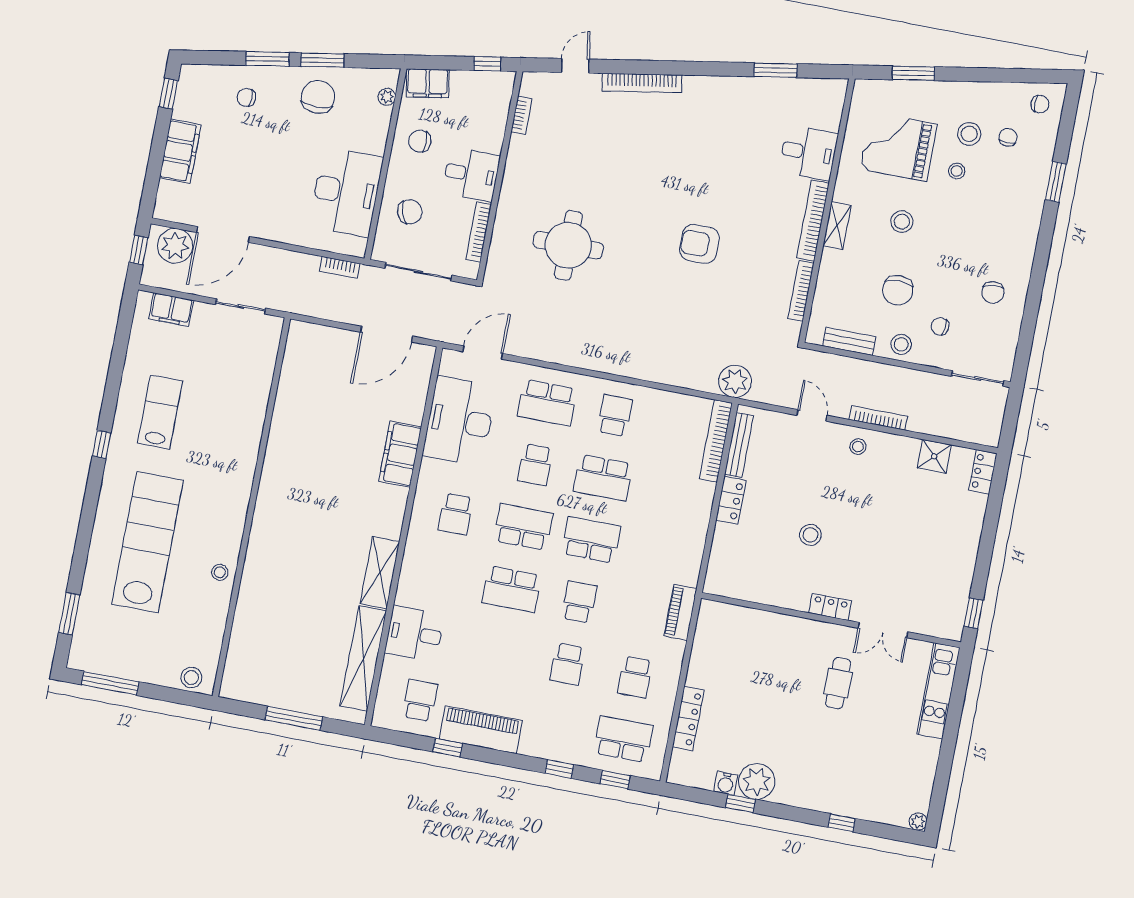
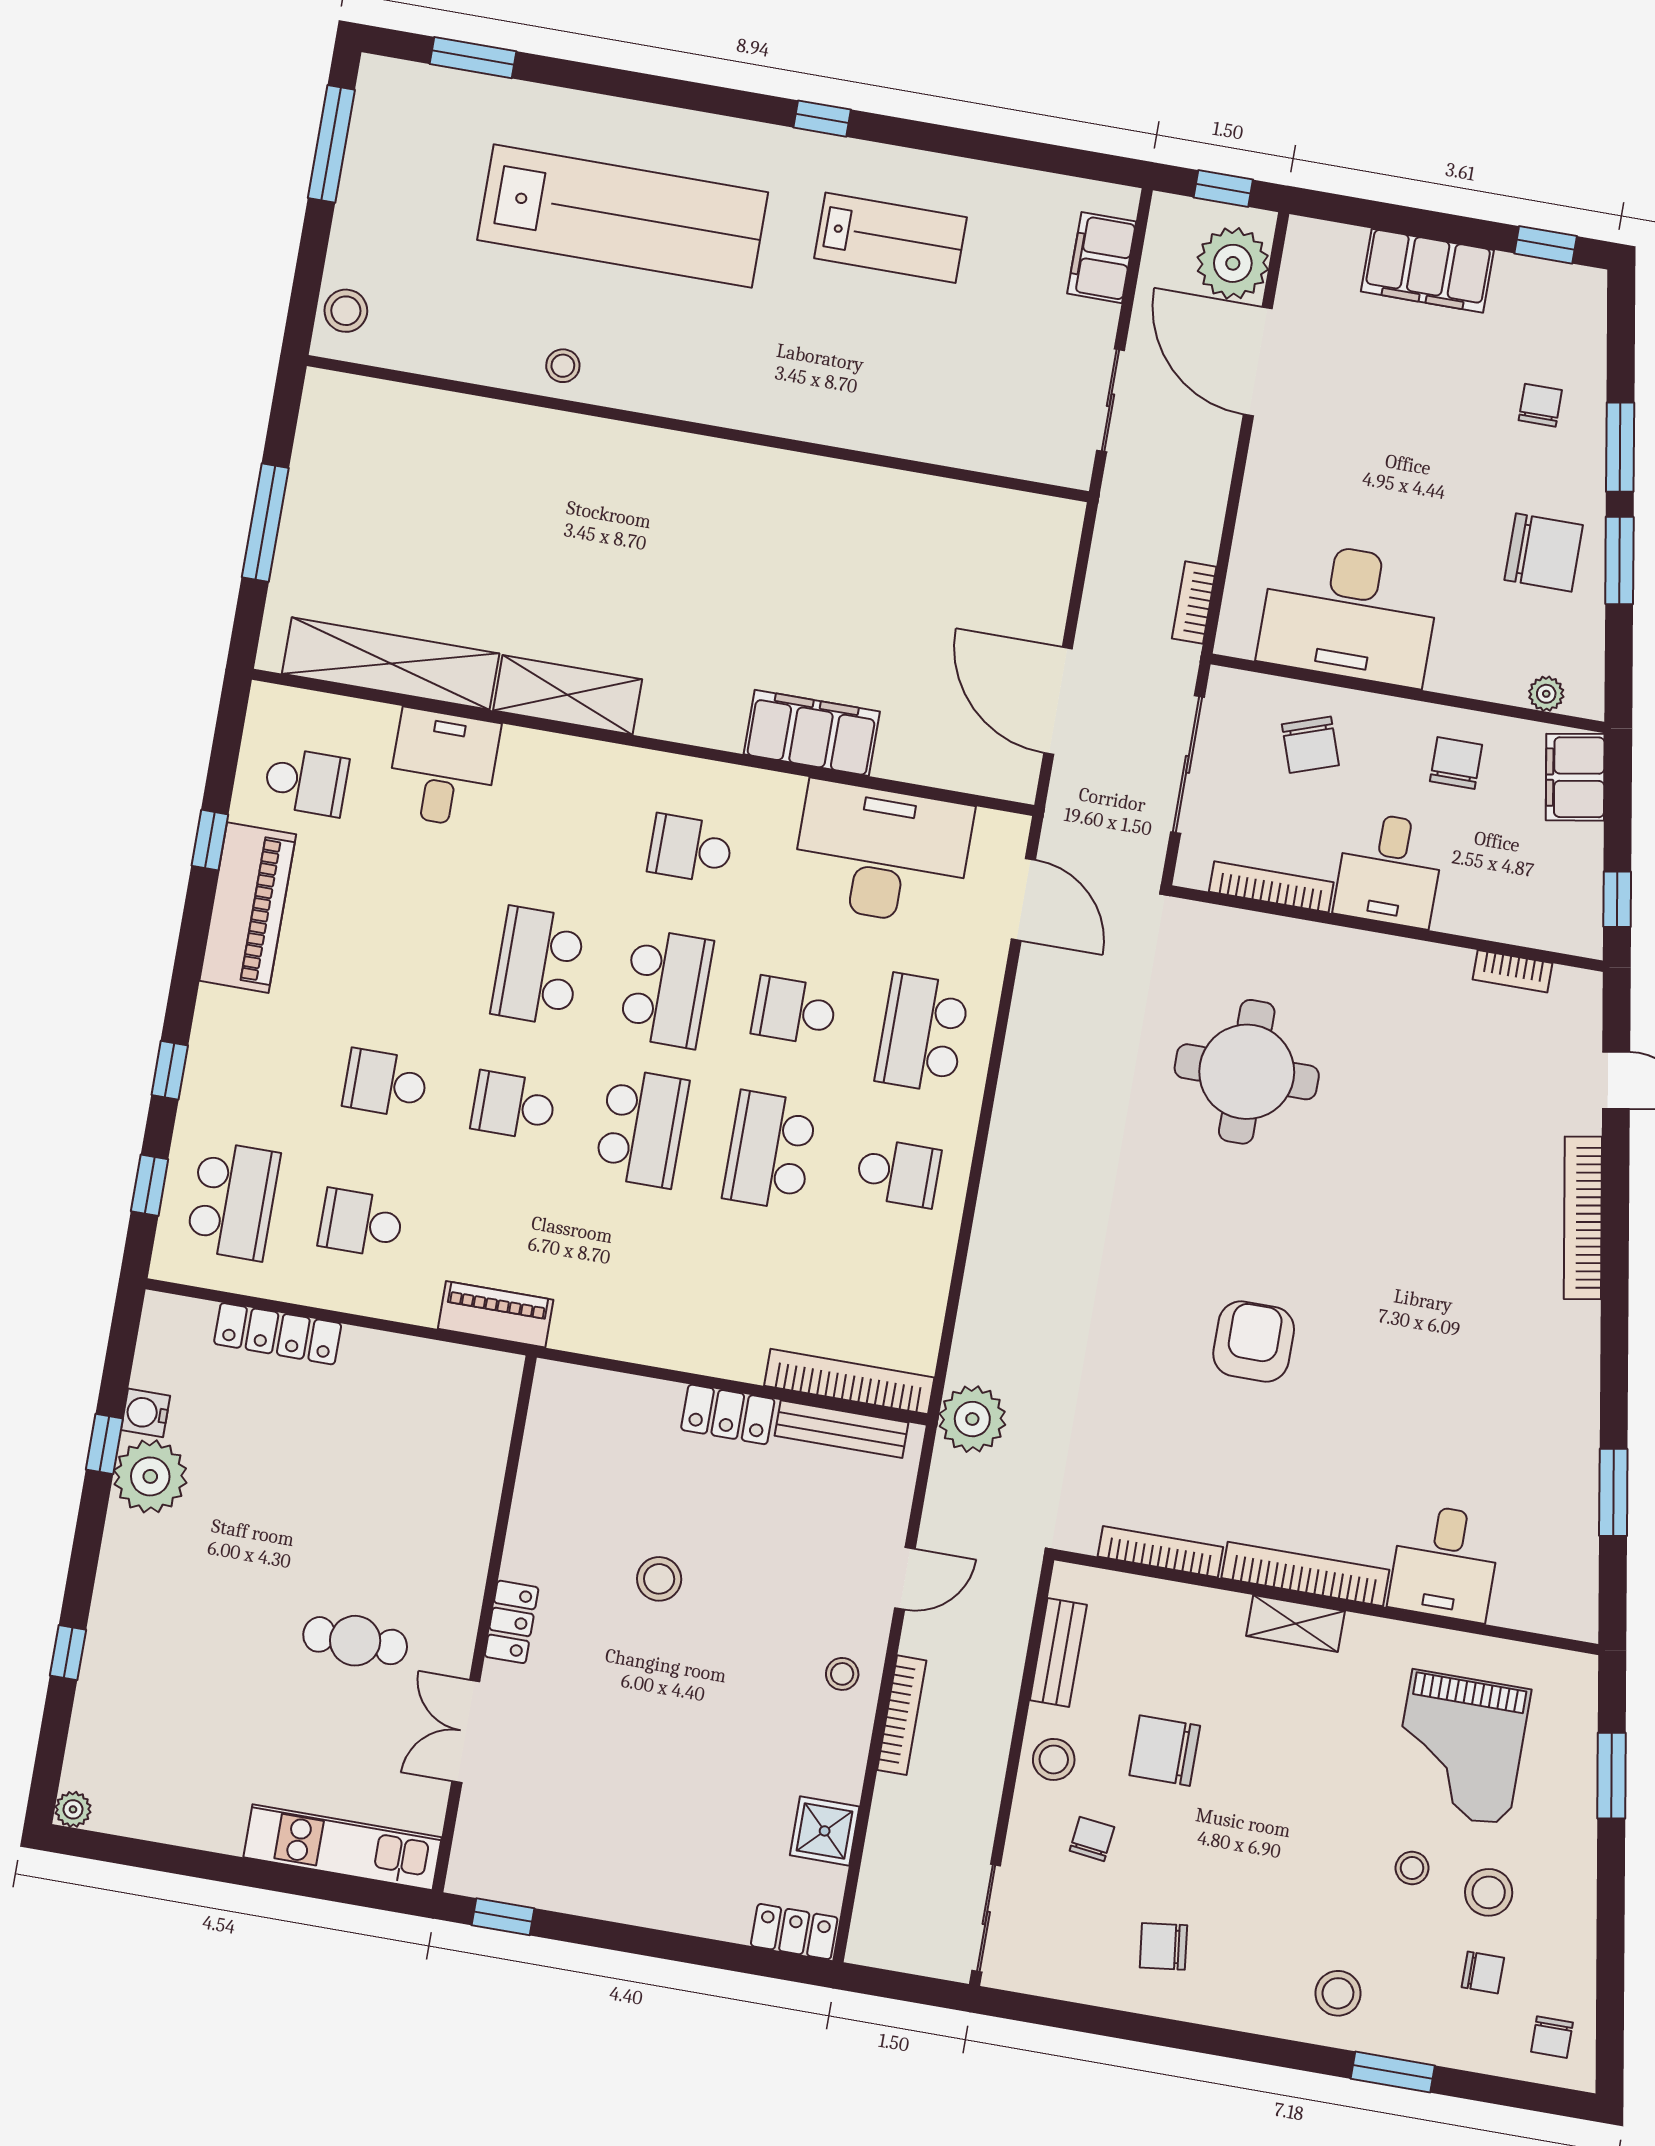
grand piano: (899, 147) -> (1460, 1748), turned 180
stool: (902, 222) -> (1338, 1993), moved
school desk: (579, 602) -> (514, 1106), turned 180

